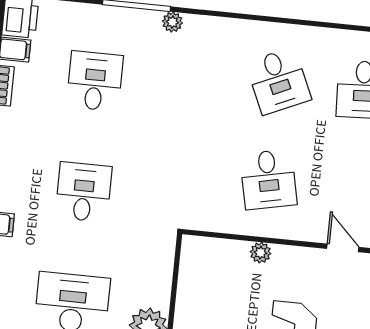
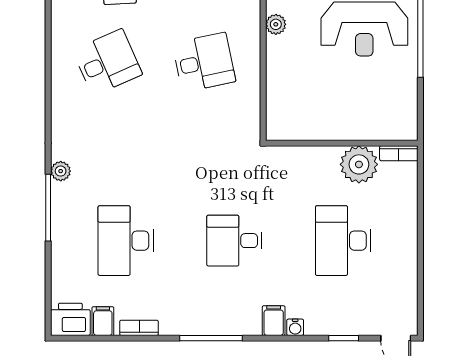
desk: (95, 81) -> (126, 241), width x1.37
plant: (261, 253) -> (276, 24), moved

